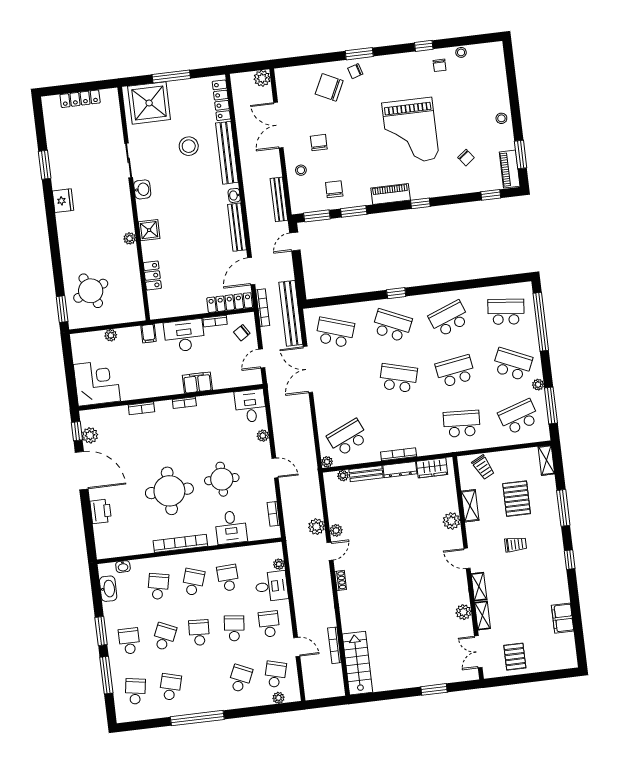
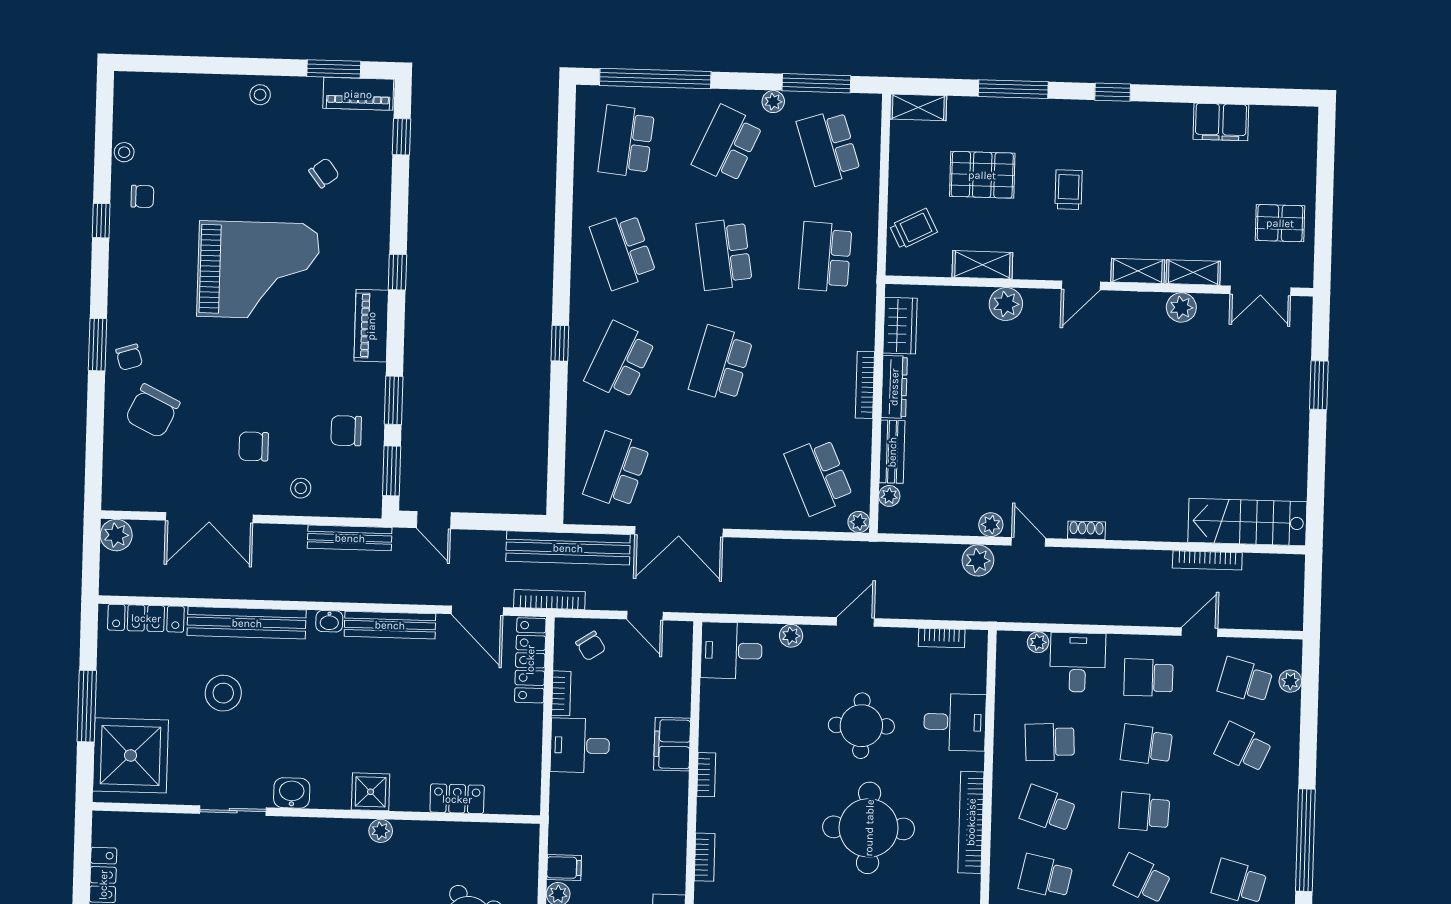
filing cabinet: (148, 333) -> (564, 868), moved
desk: (184, 336) -> (580, 745), width x0.73

